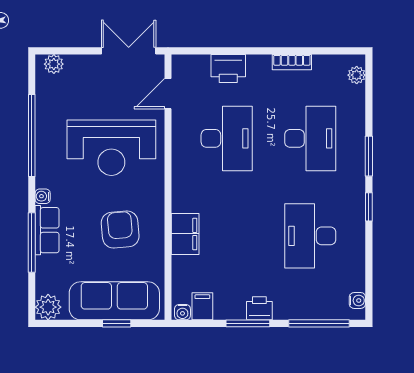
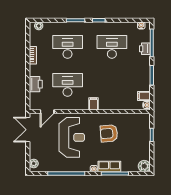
door: (168, 94) -> (47, 112), hinge flipped
filing cabinet: (185, 234) -> (93, 104), moved, width x0.50
desk: (310, 236) -> (112, 47), turned 180
sofa: (114, 301) -> (141, 136), removed
printer: (259, 308) -> (145, 49), moved

